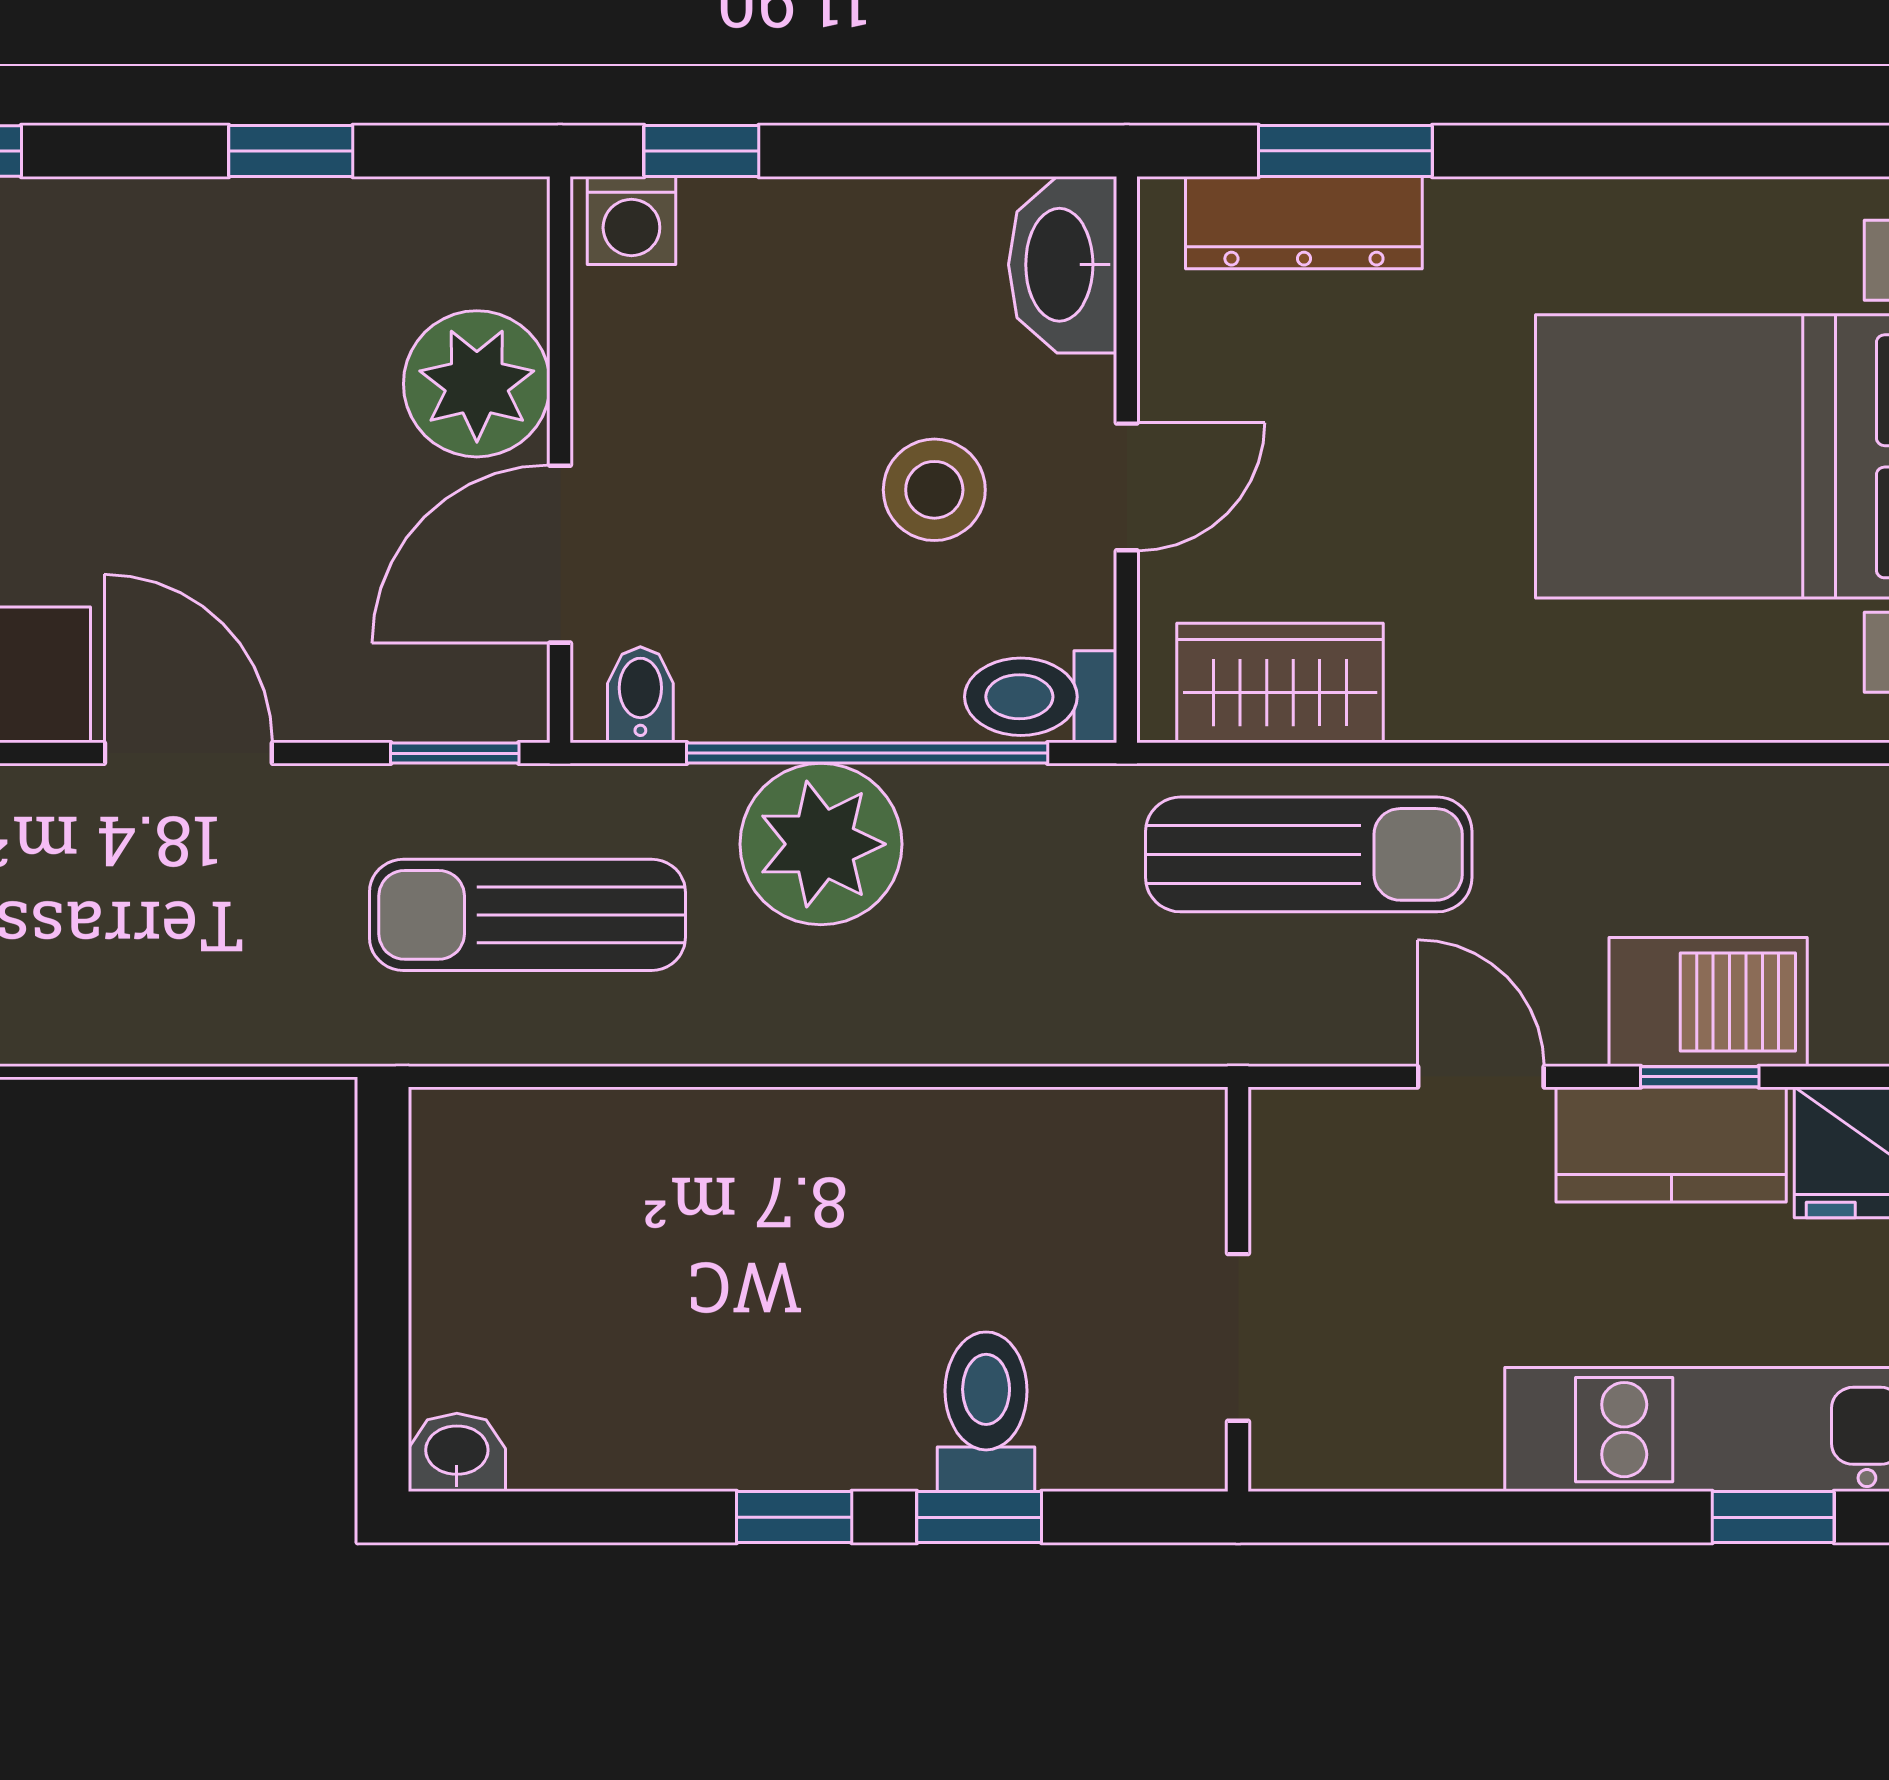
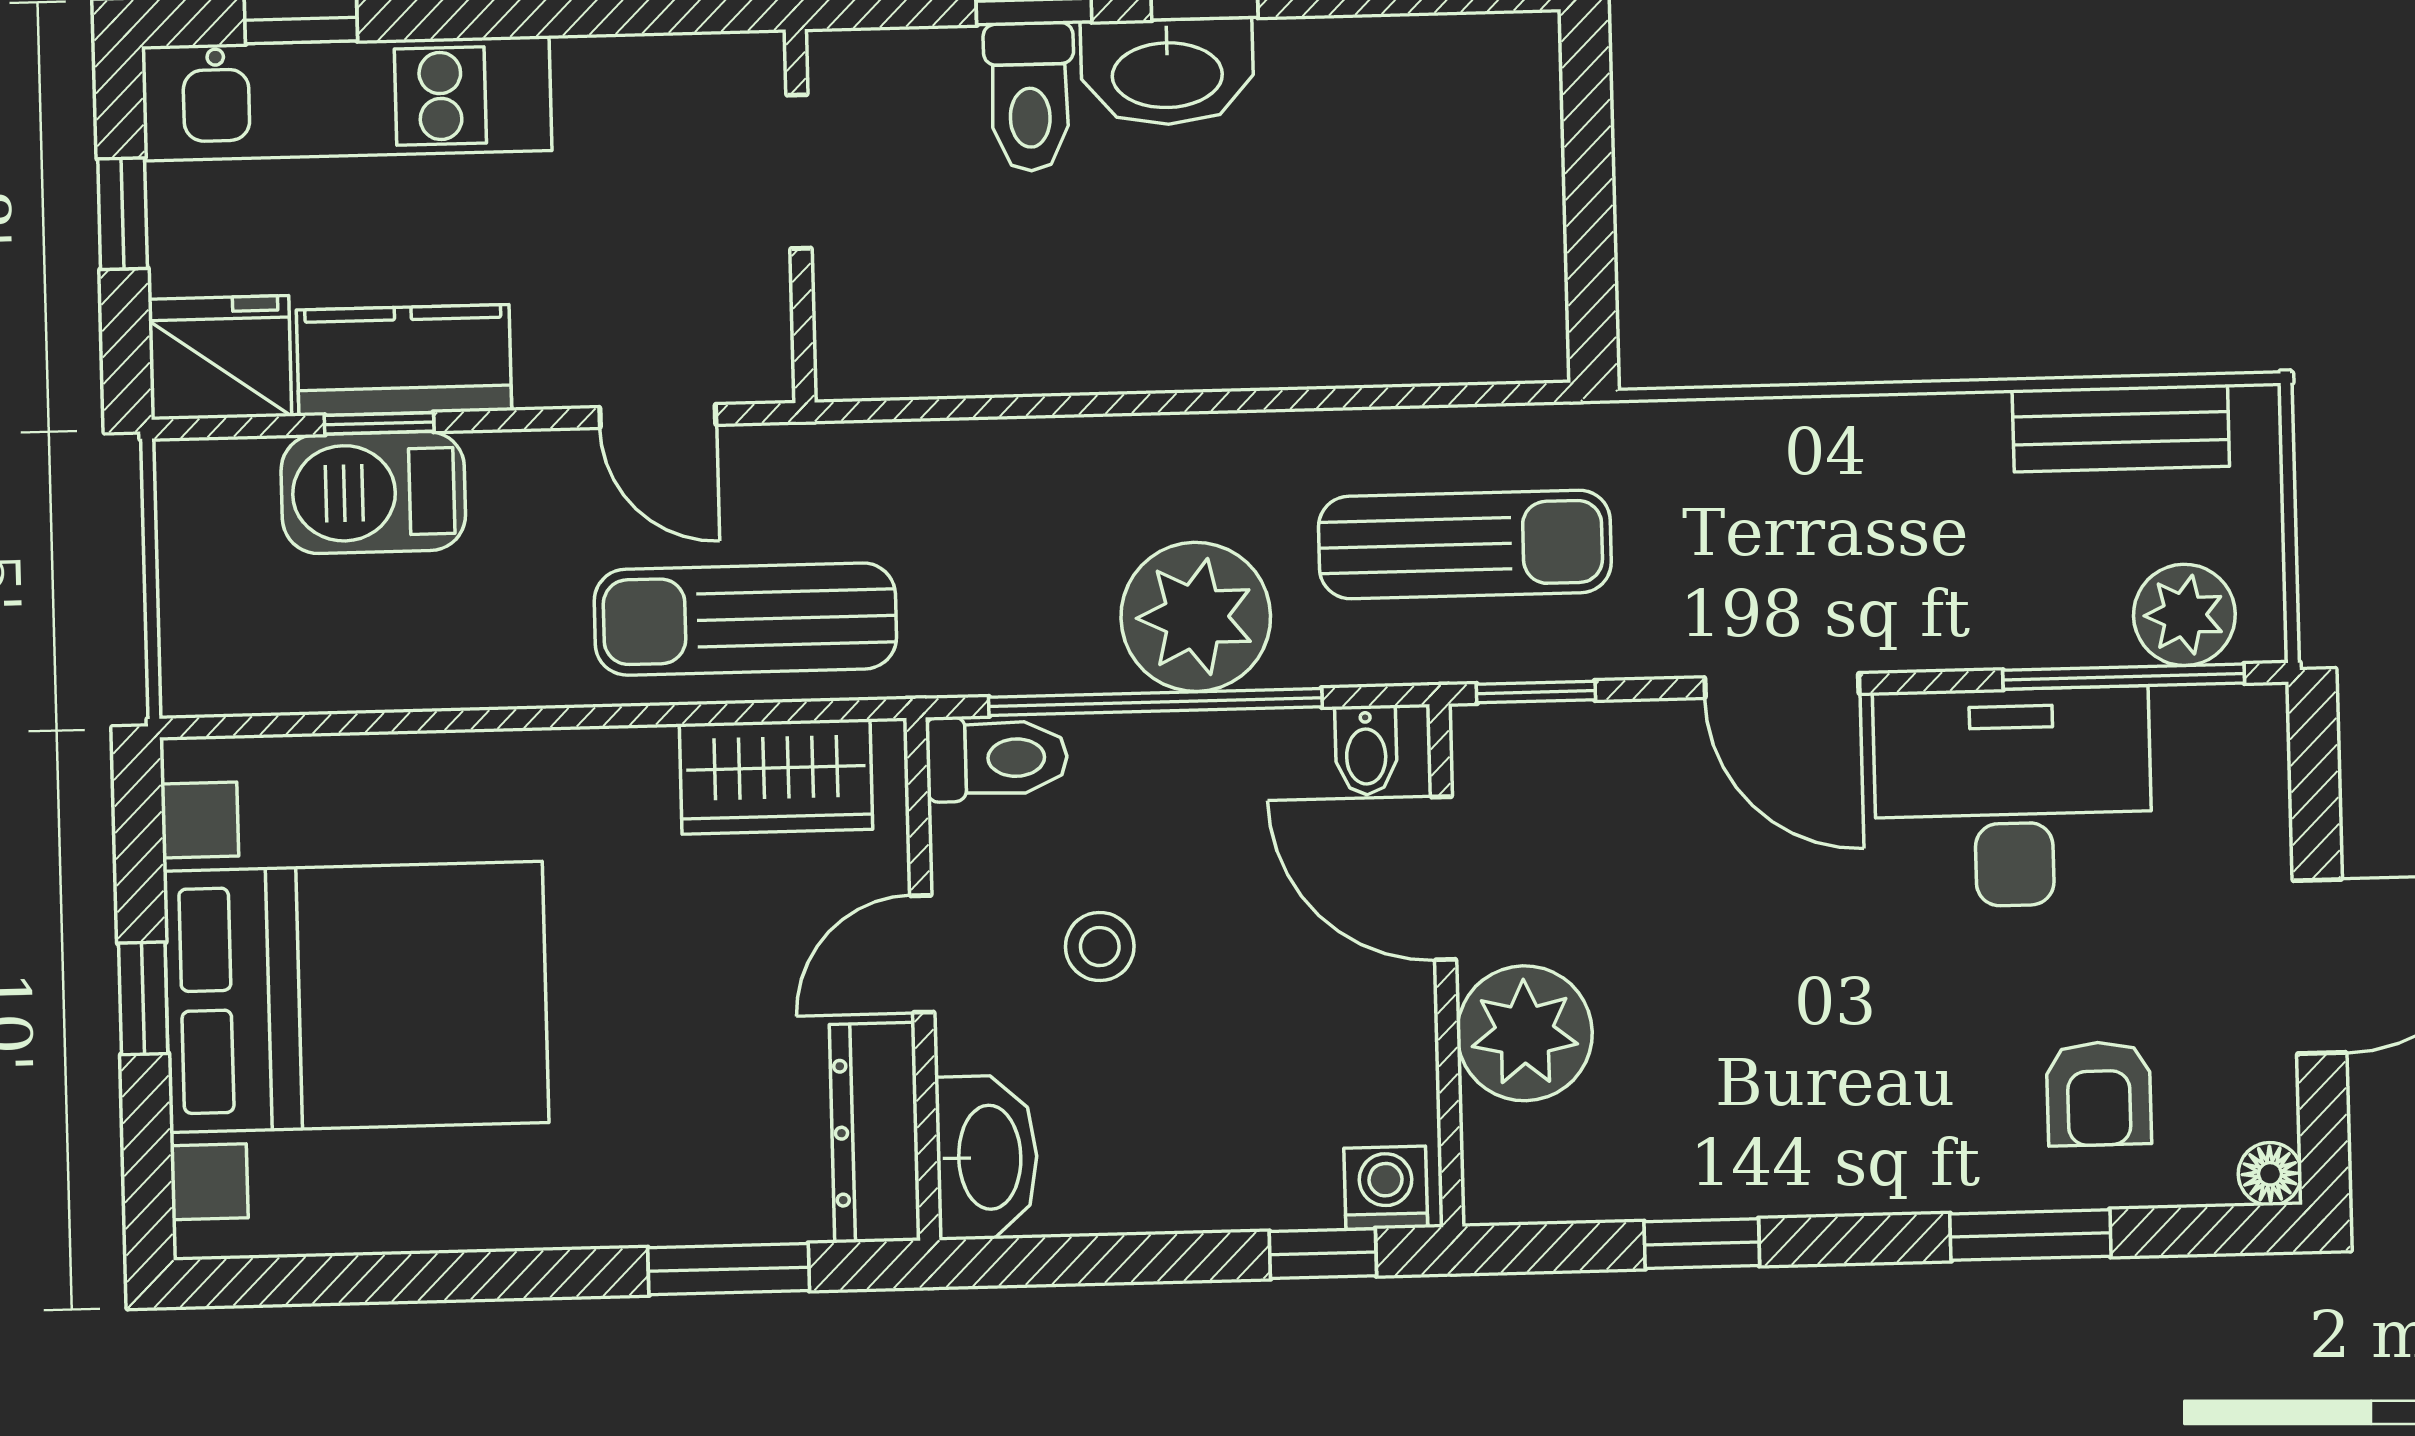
dresser: (1304, 223) -> (875, 1132), moved, turned -90
stool: (934, 490) -> (1100, 947), width x0.73, depth x0.73
door: (560, 554) -> (1443, 878), swing flipped
door: (1481, 1077) -> (658, 416), moved
washbasin: (457, 1452) -> (1167, 72), moved, width x1.91, depth x1.45

